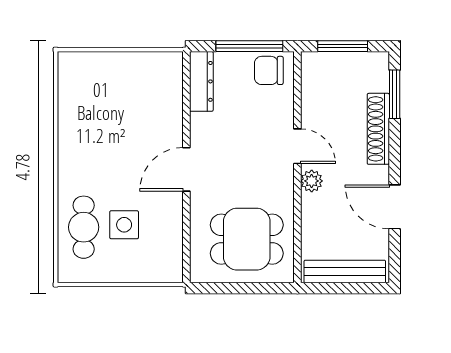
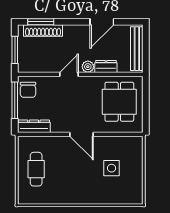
shoe rack: (378, 129) -> (43, 31), moved
dresser: (312, 214) -> (106, 66), added
cafe table: (84, 227) -> (36, 169), moved, turned 90

